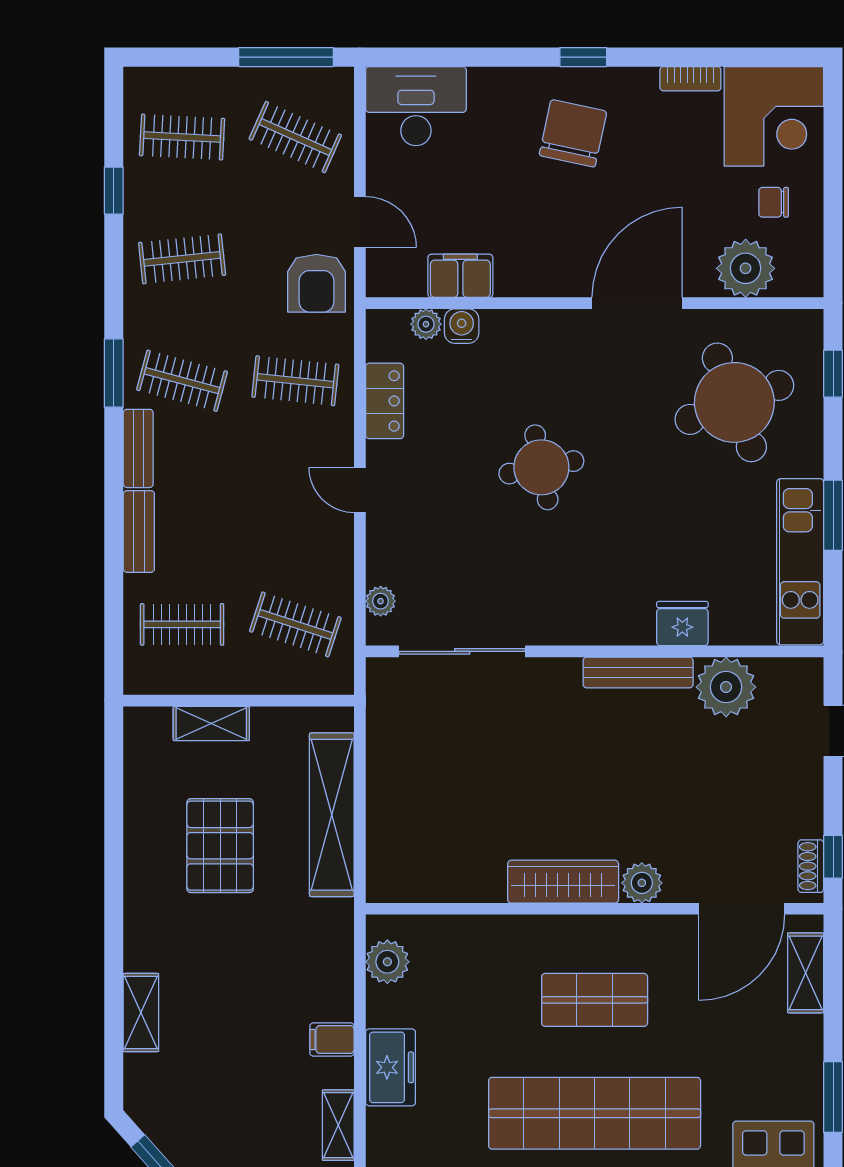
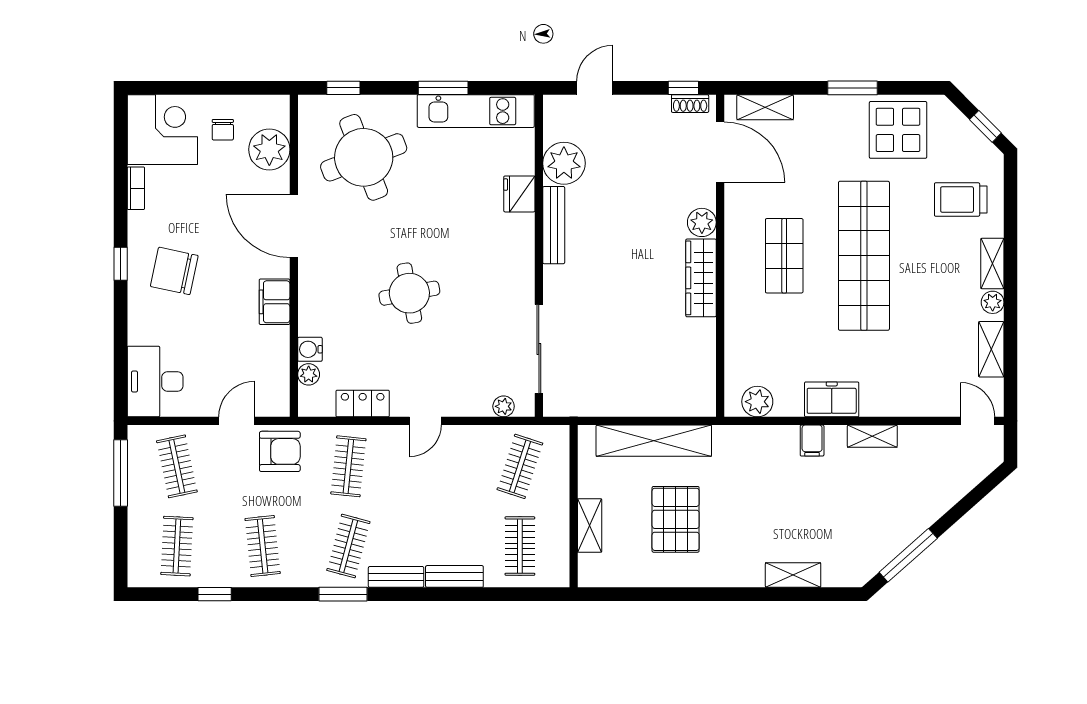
clothes rail: (295, 137) -> (177, 466), turned -36
filing cabinet: (460, 276) -> (275, 302), moved
pallet: (220, 846) -> (676, 519), turned 90

